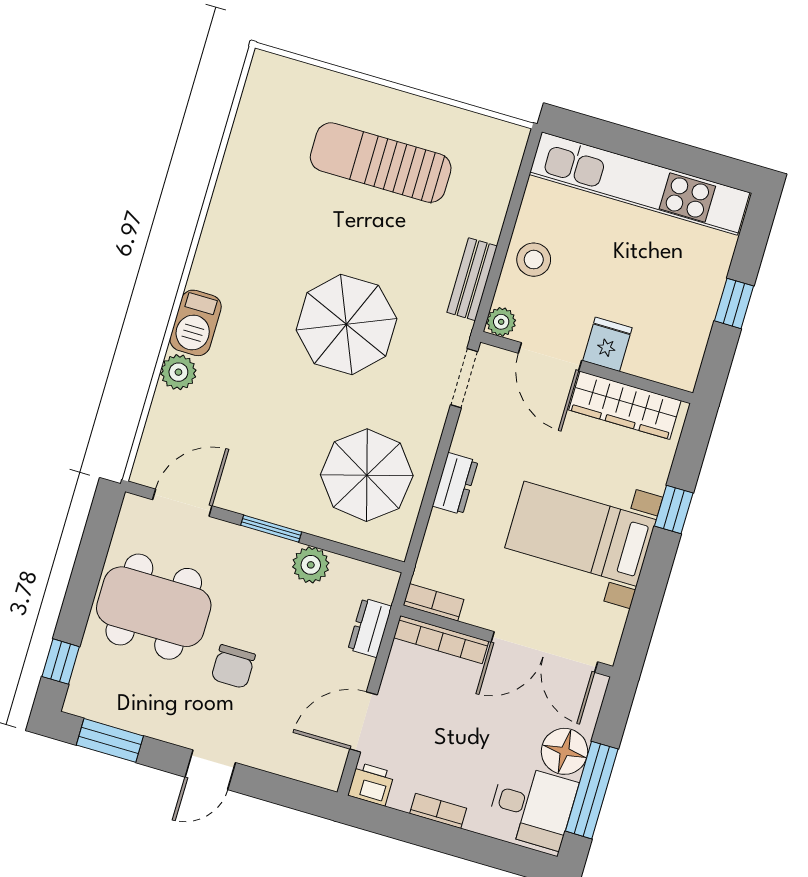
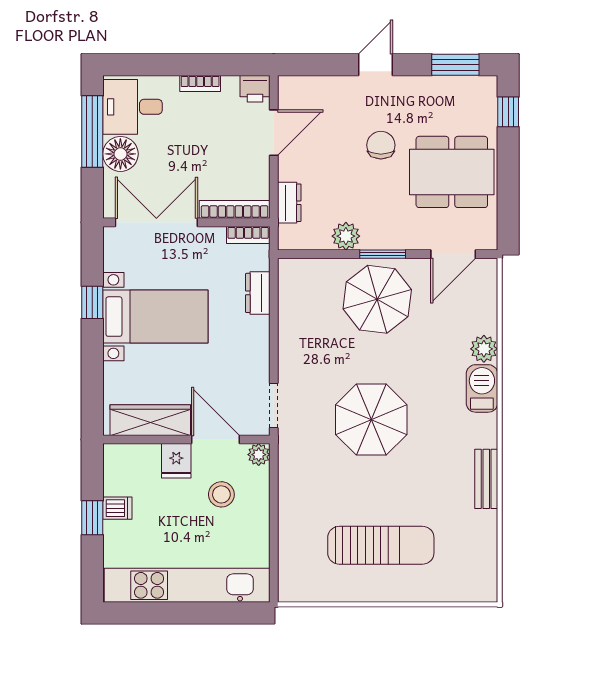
stool: (534, 260) -> (221, 494), moved
bench: (472, 279) -> (486, 479), moved
dishwasher: (699, 306) -> (117, 508), added
parasol: (367, 475) -> (377, 299), moved
dresser: (455, 484) -> (258, 293), moved
window: (674, 510) -> (92, 302), moved

